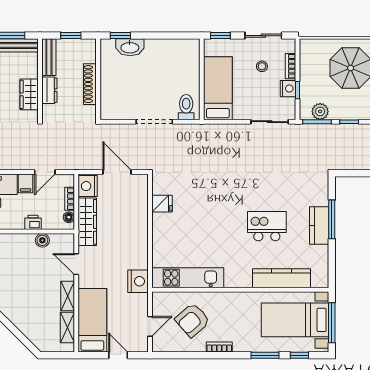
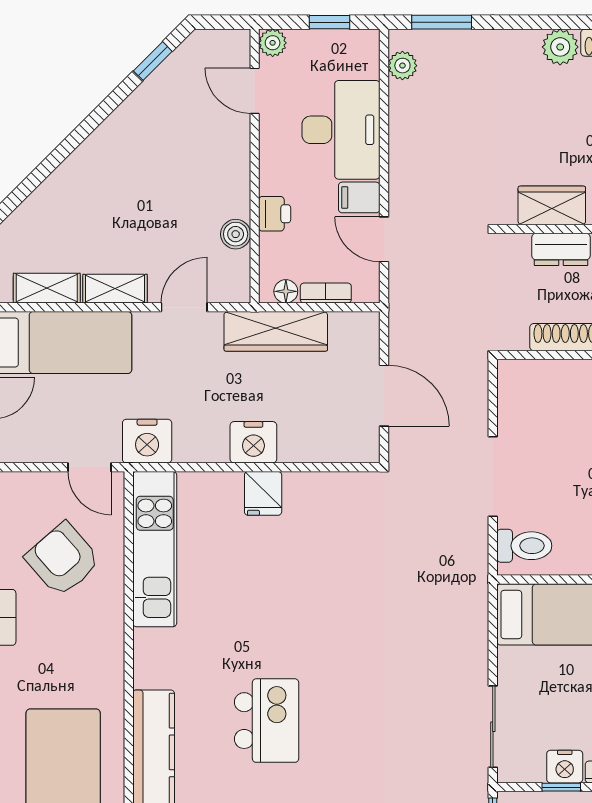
door: (117, 172) -> (384, 396), hinge flipped
nightstand: (88, 186) -> (253, 442), moved, turned 180
fridge: (162, 204) -> (263, 493), moved
door: (150, 326) -> (89, 467), moved

